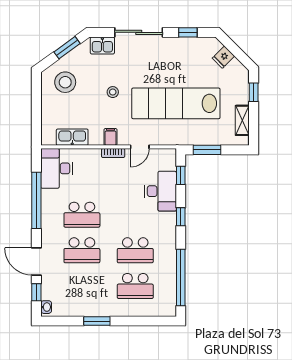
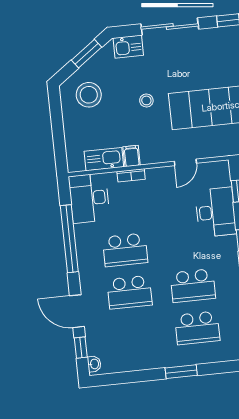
filing cabinet: (110, 137) -> (132, 156), moved
bookcase: (113, 153) -> (131, 175), moved
window: (97, 321) -> (181, 372), moved

